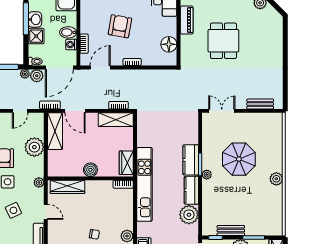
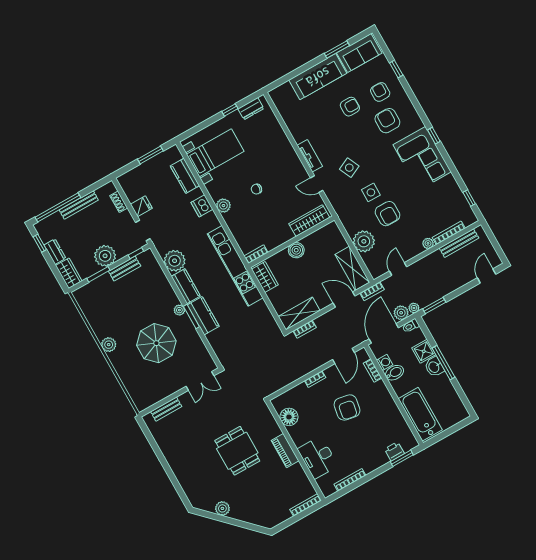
plant: (39, 182) -> (340, 209), removed

